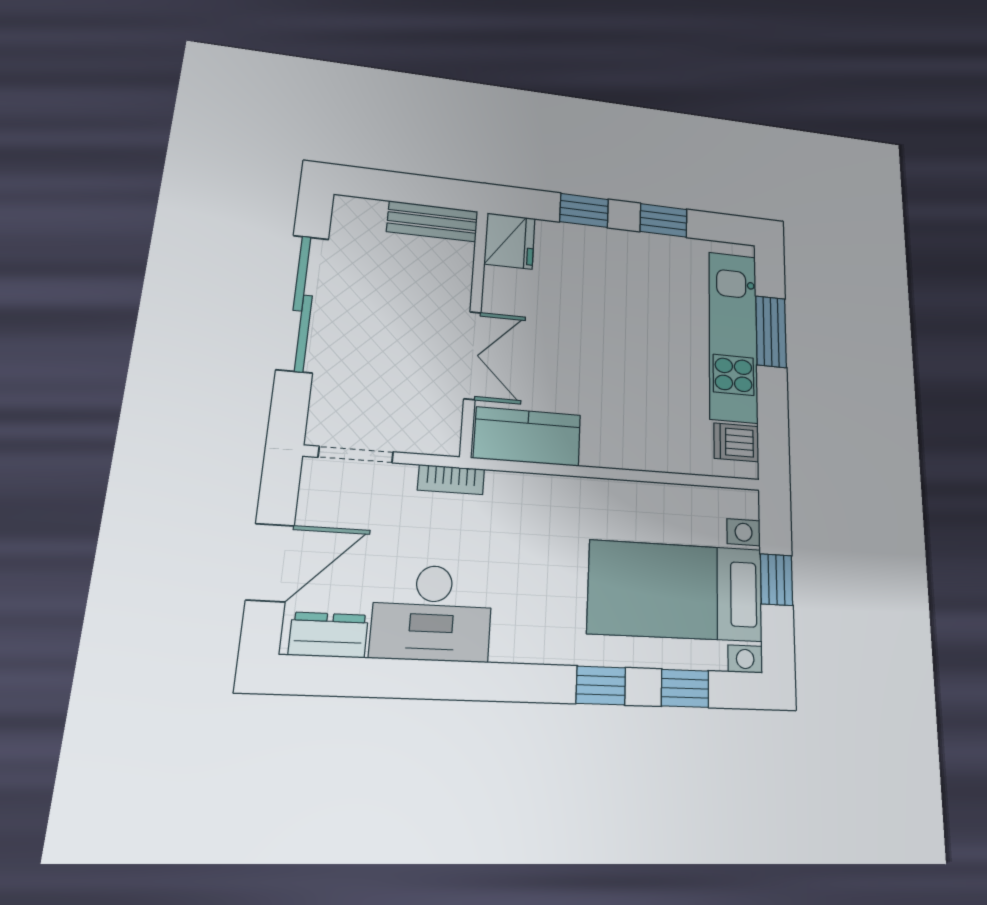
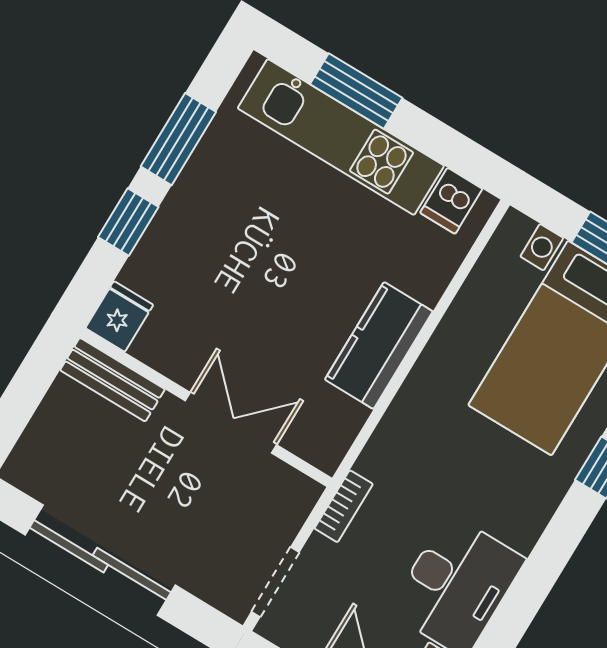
window: (664, 220) -> (178, 139), width x1.50
bench: (433, 221) -> (112, 380), moved, turned 90
fridge: (510, 241) -> (119, 316), width x0.72
kitchen counter: (527, 437) -> (379, 345), moved

